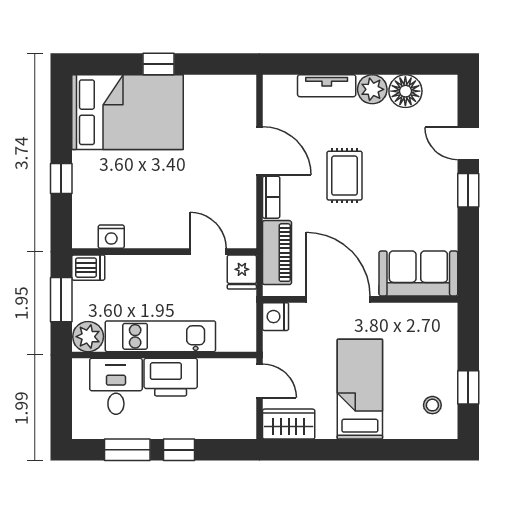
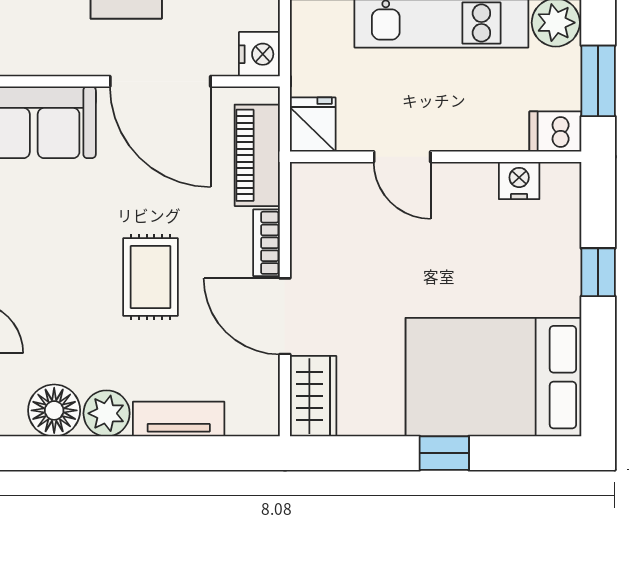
wardrobe: (242, 100) -> (313, 396), added
door: (208, 252) -> (402, 157), moved

